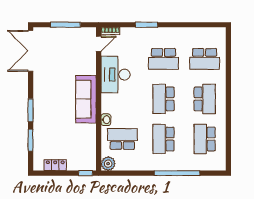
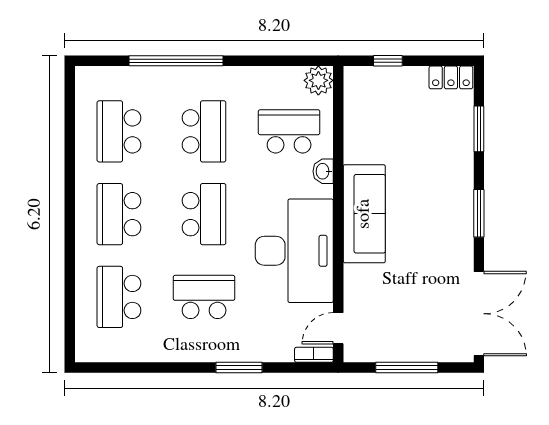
school desk: (205, 59) -> (119, 297), turned -90
desk: (116, 75) -> (294, 251), width x1.36, depth x1.30
window: (31, 110) -> (479, 213), moved
school desk: (122, 139) -> (289, 131), turned 180
school desk: (205, 139) -> (119, 131), turned 180
locker: (55, 165) -> (451, 77), moved
window: (86, 173) -> (388, 61), moved

